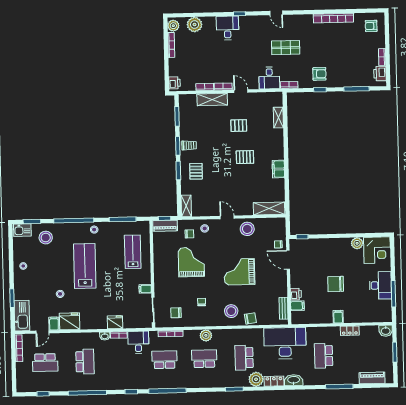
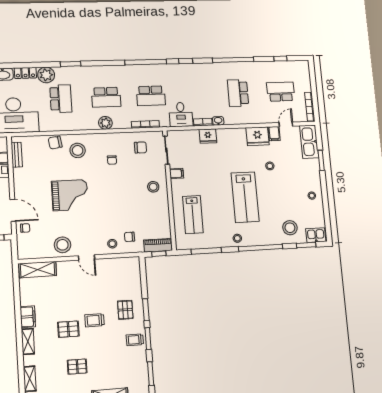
trolley: (223, 164) -> (95, 320), added
shelving: (186, 206) -> (28, 341), moved
grand piano: (191, 262) -> (126, 205), removed
stool: (166, 277) -> (153, 187), added

